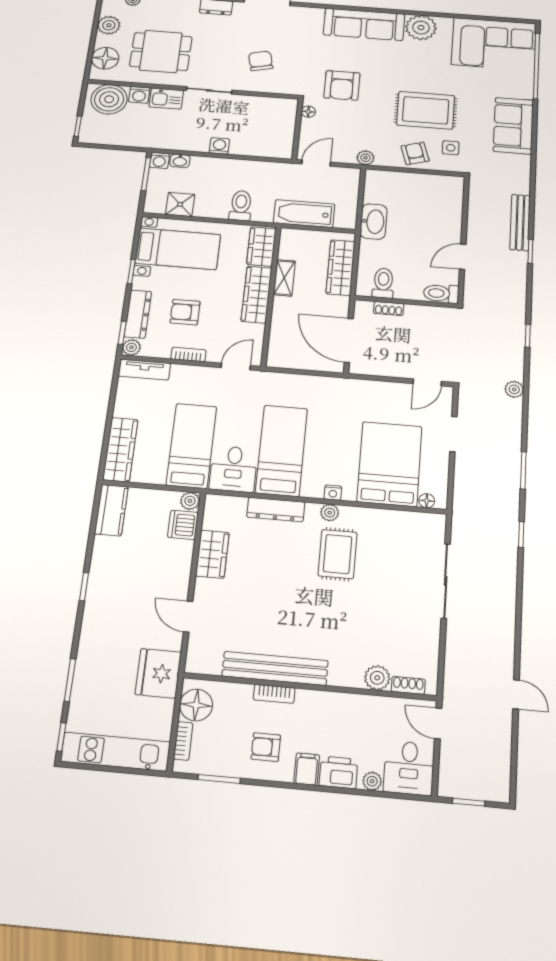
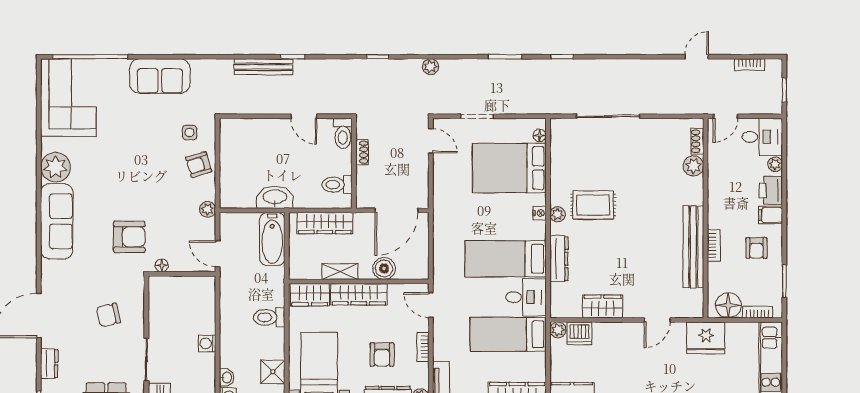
rug: (426, 110) -> (150, 158), removed
bathtub: (304, 214) -> (272, 239), moved
shoe rack: (389, 308) -> (362, 152), moved
boiler: (283, 322) -> (384, 268), added
bookcase: (504, 760) -> (750, 65), added

